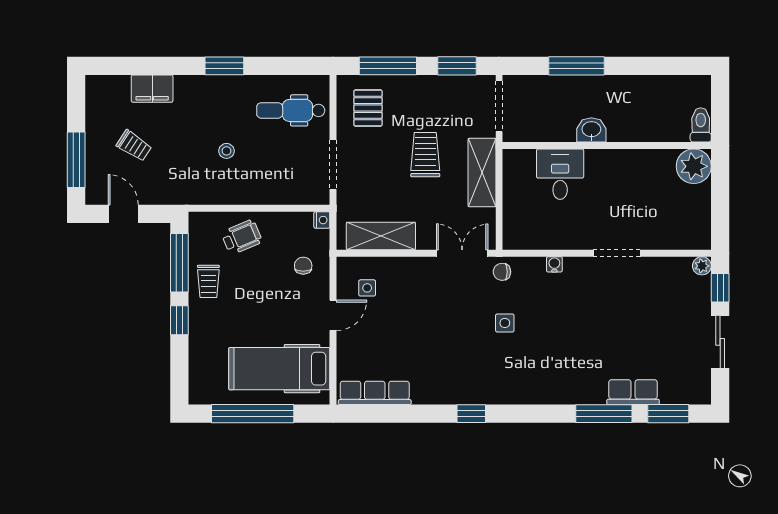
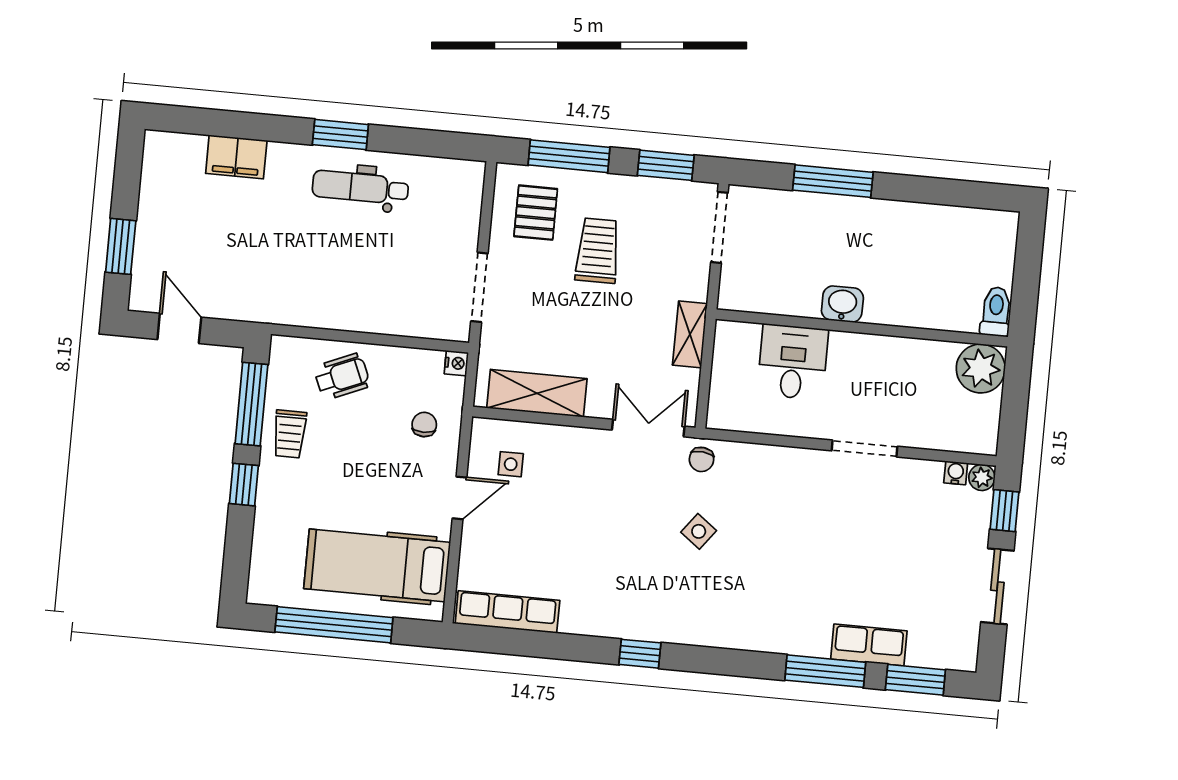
dental chair: (291, 110) -> (360, 187), moved
toilet: (701, 125) -> (996, 312), moved
washbasin: (591, 130) -> (842, 304), moved
wall: (607, 145) -> (862, 328), moved
trolley: (134, 146) -> (203, 234), removed
stool: (227, 151) -> (332, 254), removed
trolley: (425, 155) -> (598, 251), moved
window: (76, 160) -> (121, 246), width x0.69
plant: (694, 166) -> (981, 369), moved
shelving: (482, 173) -> (690, 334), width x0.67, depth x0.75
desk: (560, 174) -> (793, 362), moved
water cooler: (554, 264) -> (956, 473), moved
chair: (502, 272) -> (701, 459), turned -84
side table: (505, 323) -> (699, 531), turned 37

